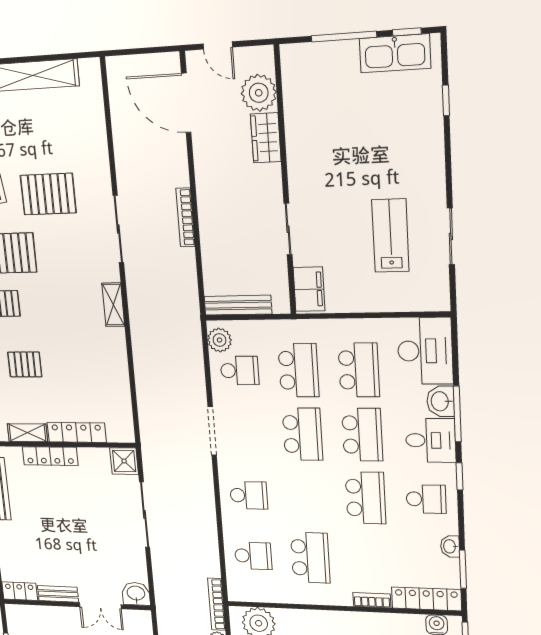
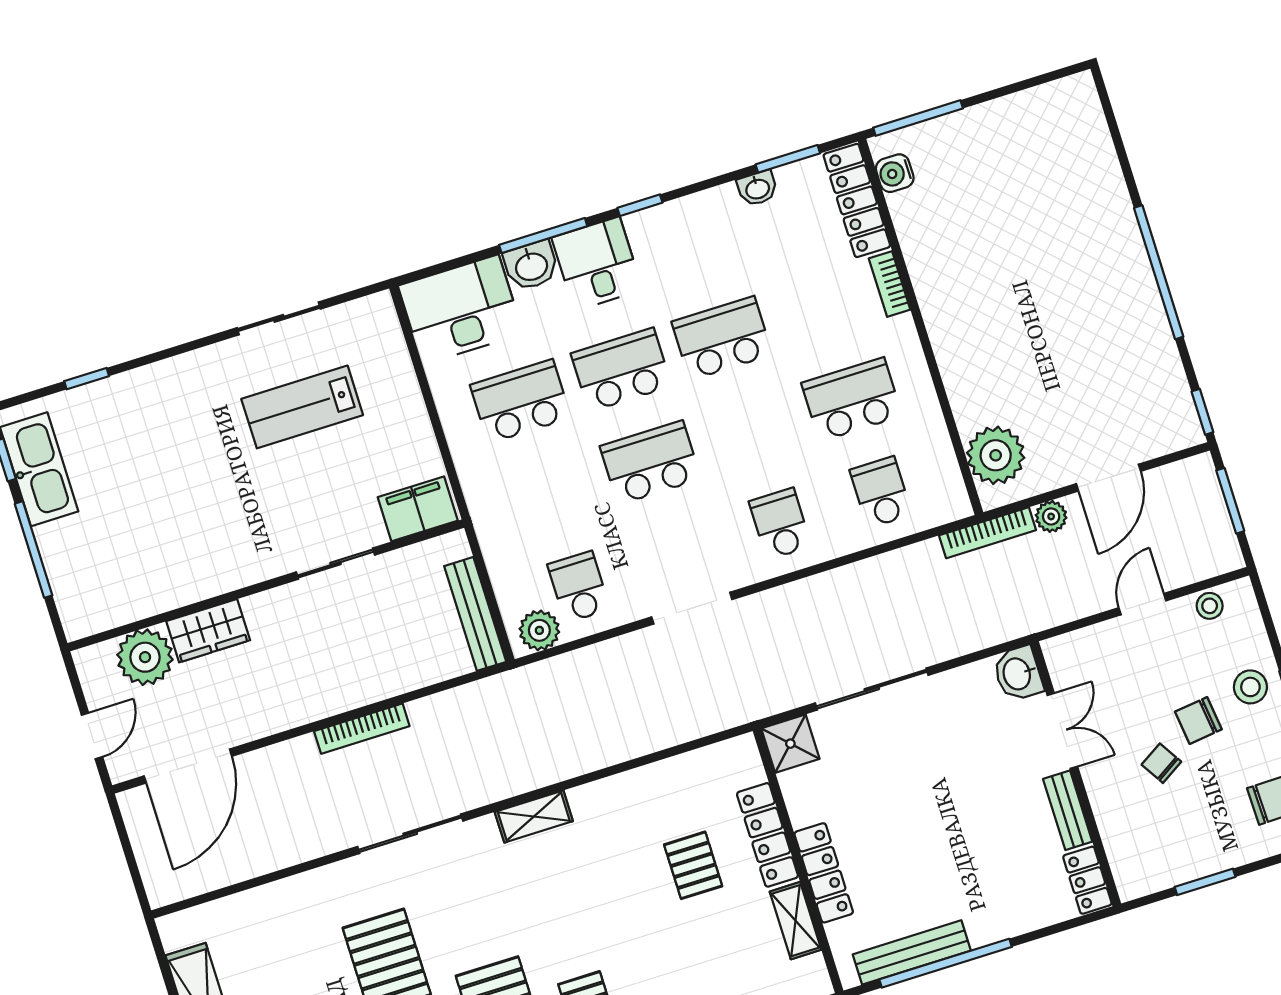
pallet: (25, 364) -> (693, 865), moved
school desk: (298, 370) -> (550, 494), removed
school desk: (426, 499) -> (693, 245), removed

